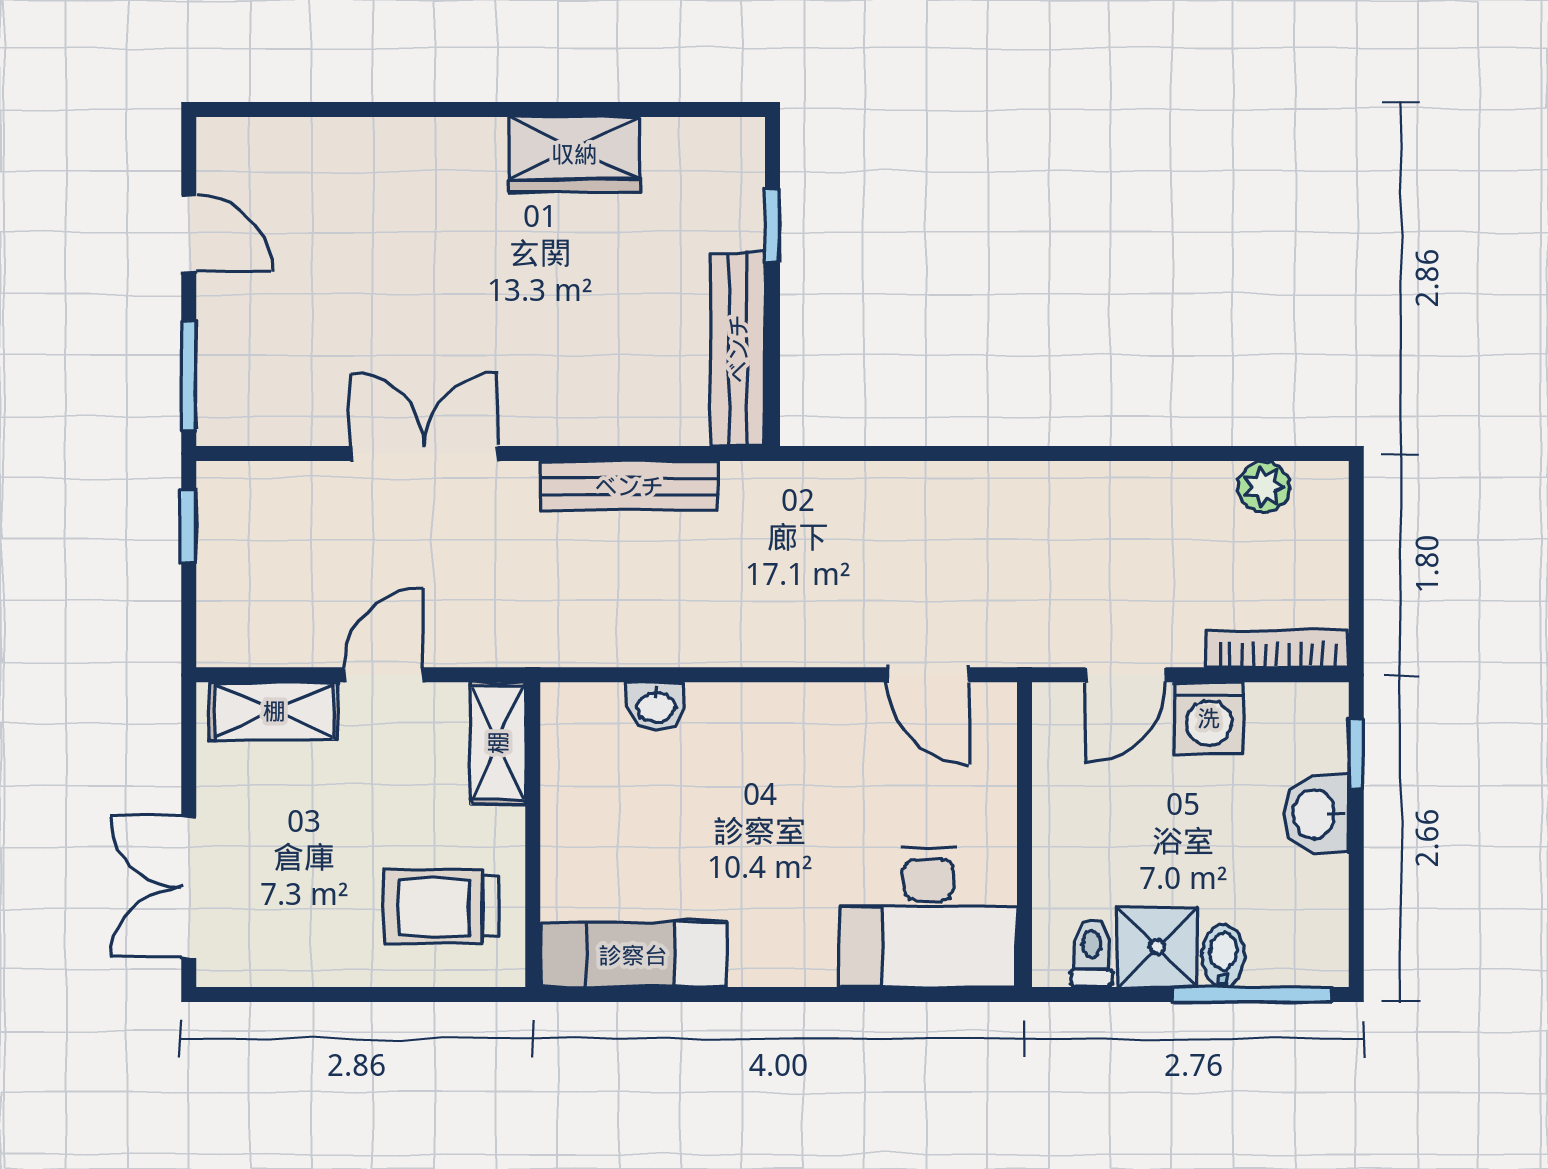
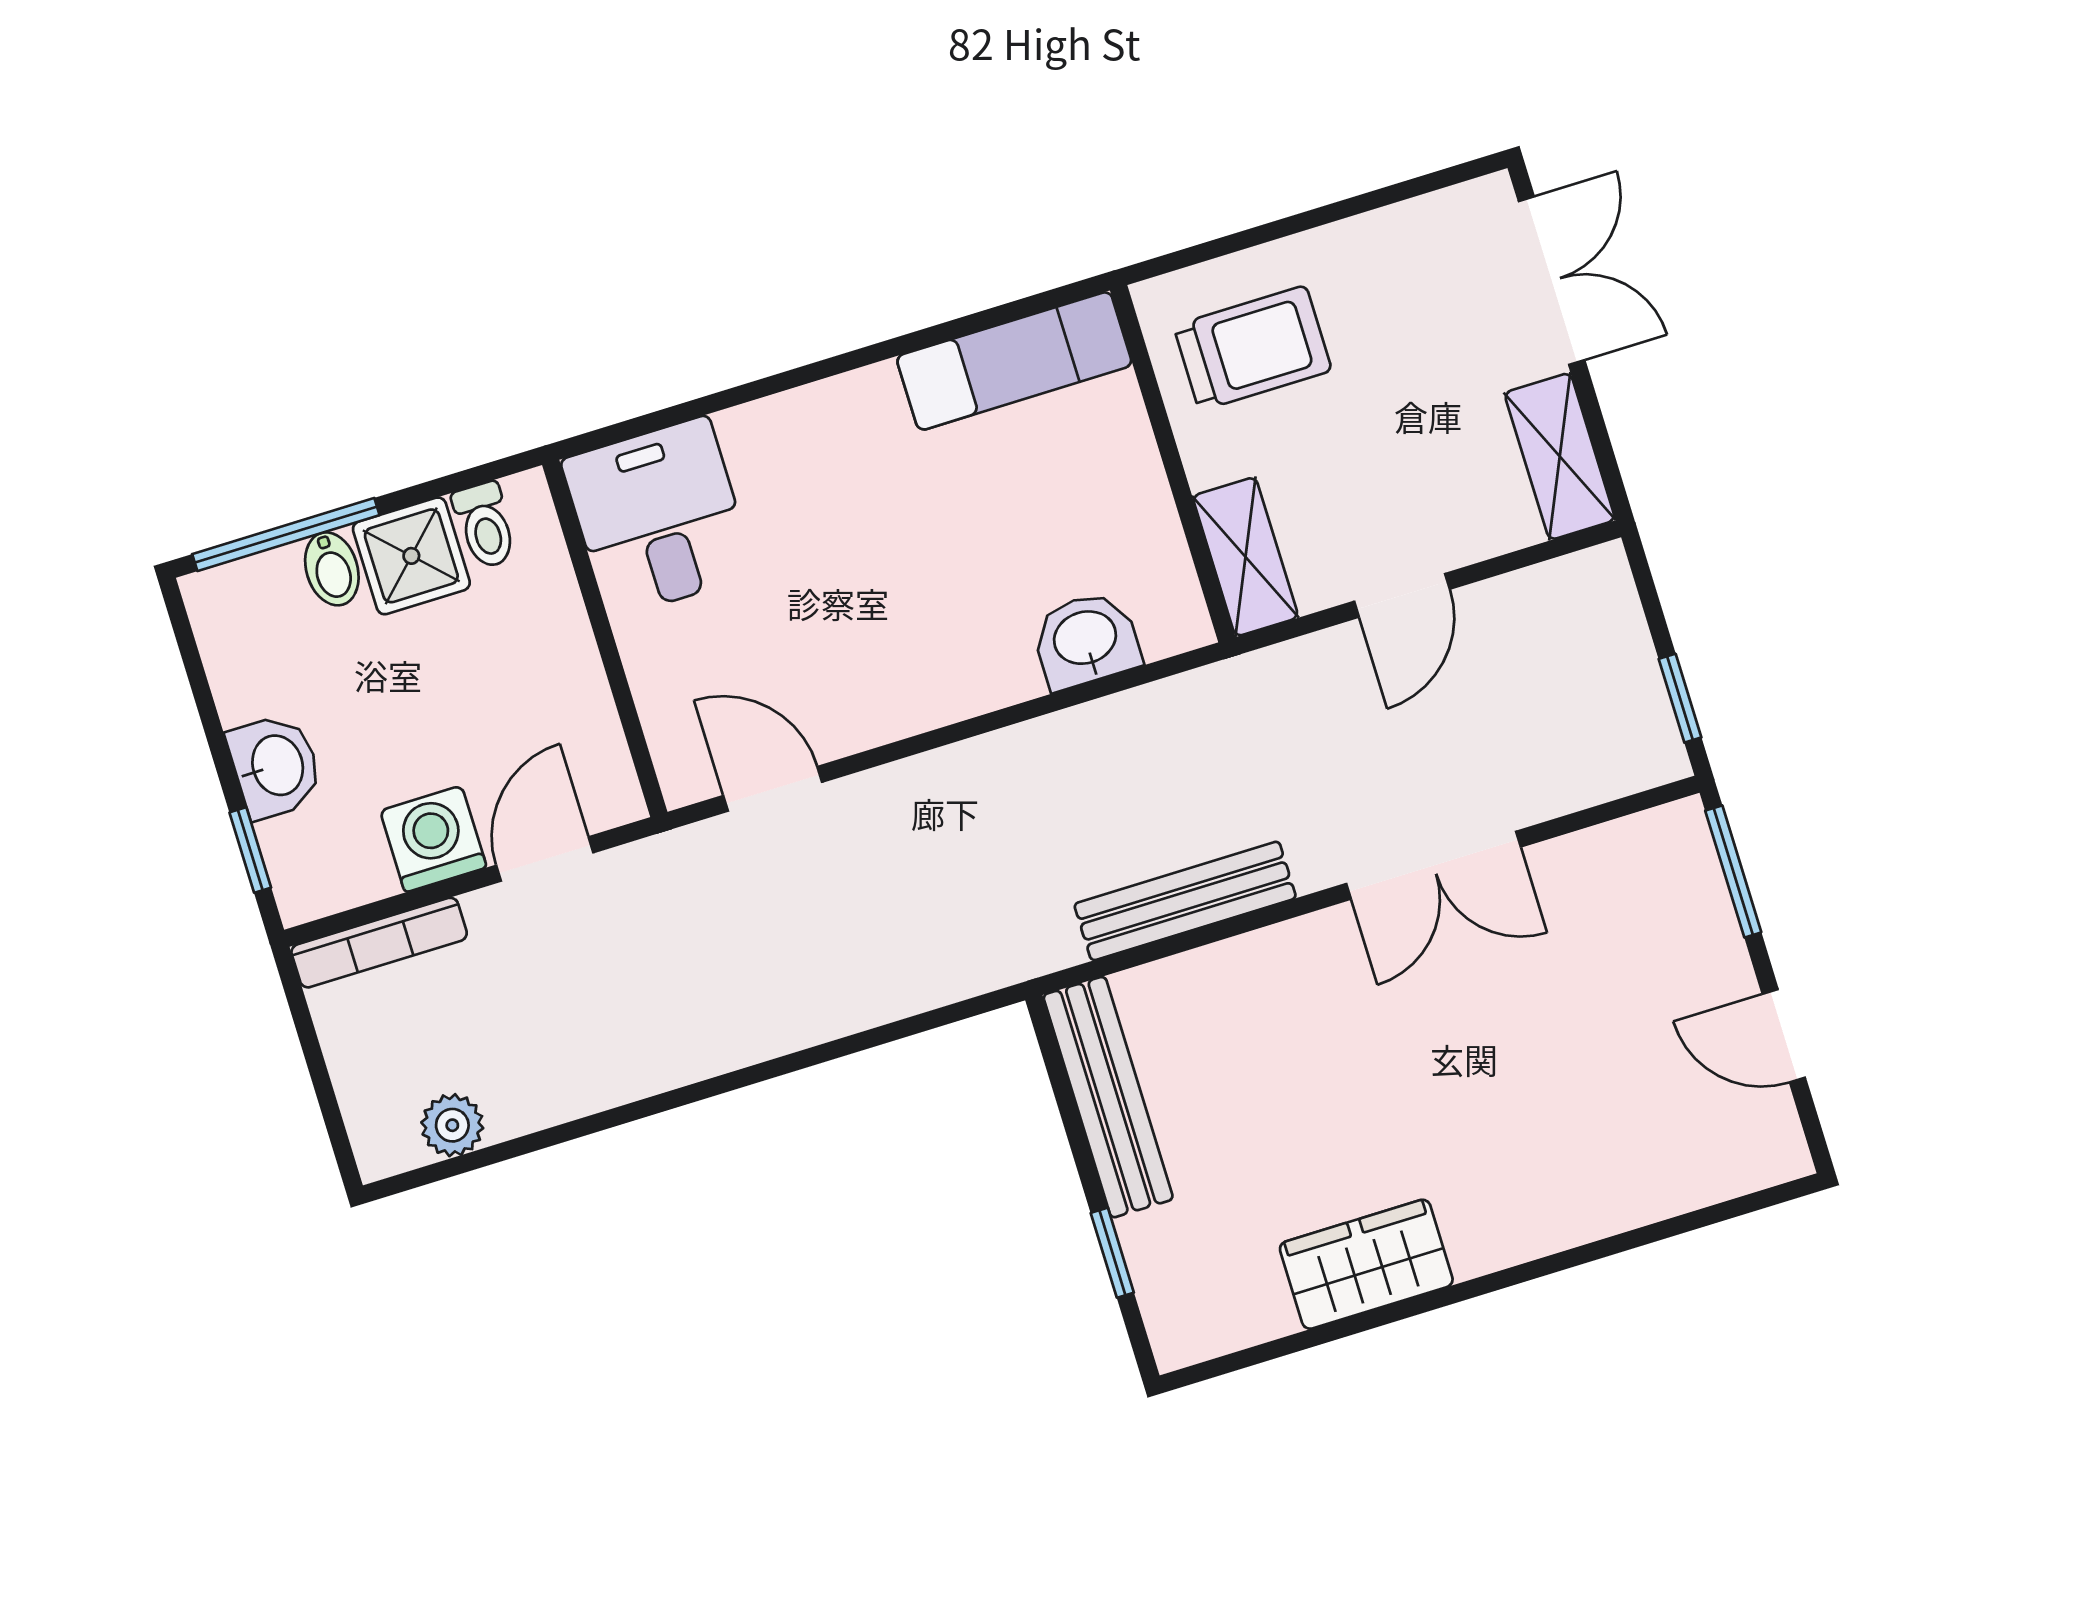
washbasin: (656, 706) -> (1086, 640), width x1.38, depth x1.45
shelving: (274, 711) -> (1560, 456), moved, turned 90
desk: (928, 917) -> (659, 517), width x0.73

